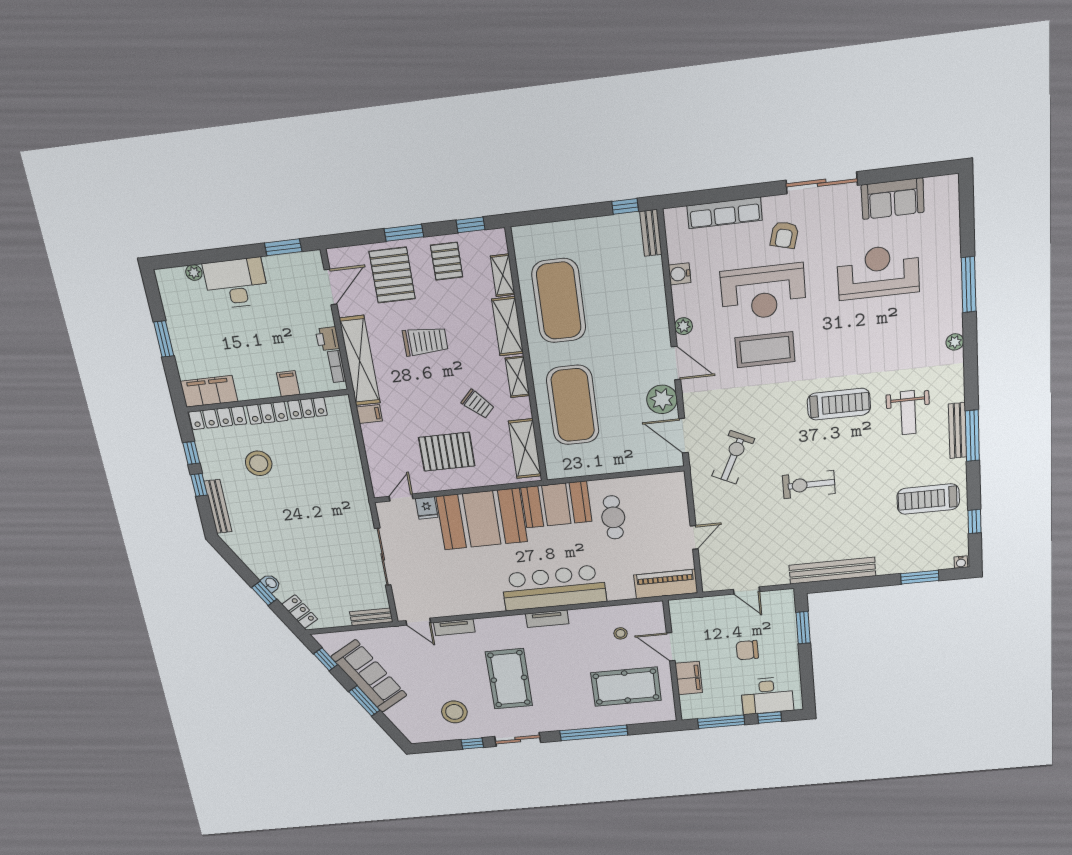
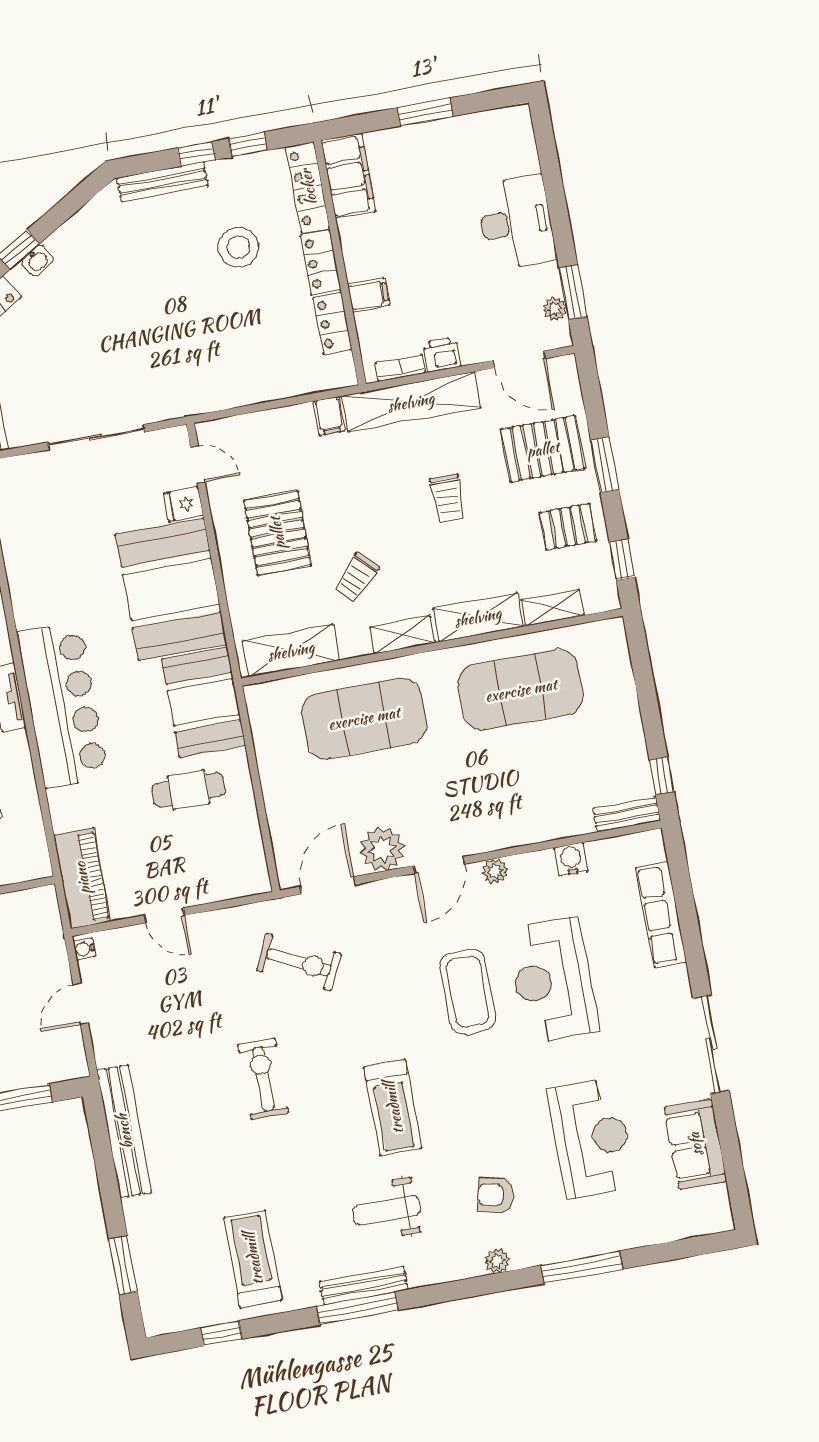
armchair: (784, 235) -> (496, 1195), moved
plant: (194, 272) -> (555, 309), moved
trolley: (425, 341) -> (447, 498), width x0.73, depth x0.72
water cooler: (961, 562) -> (84, 949), moved

